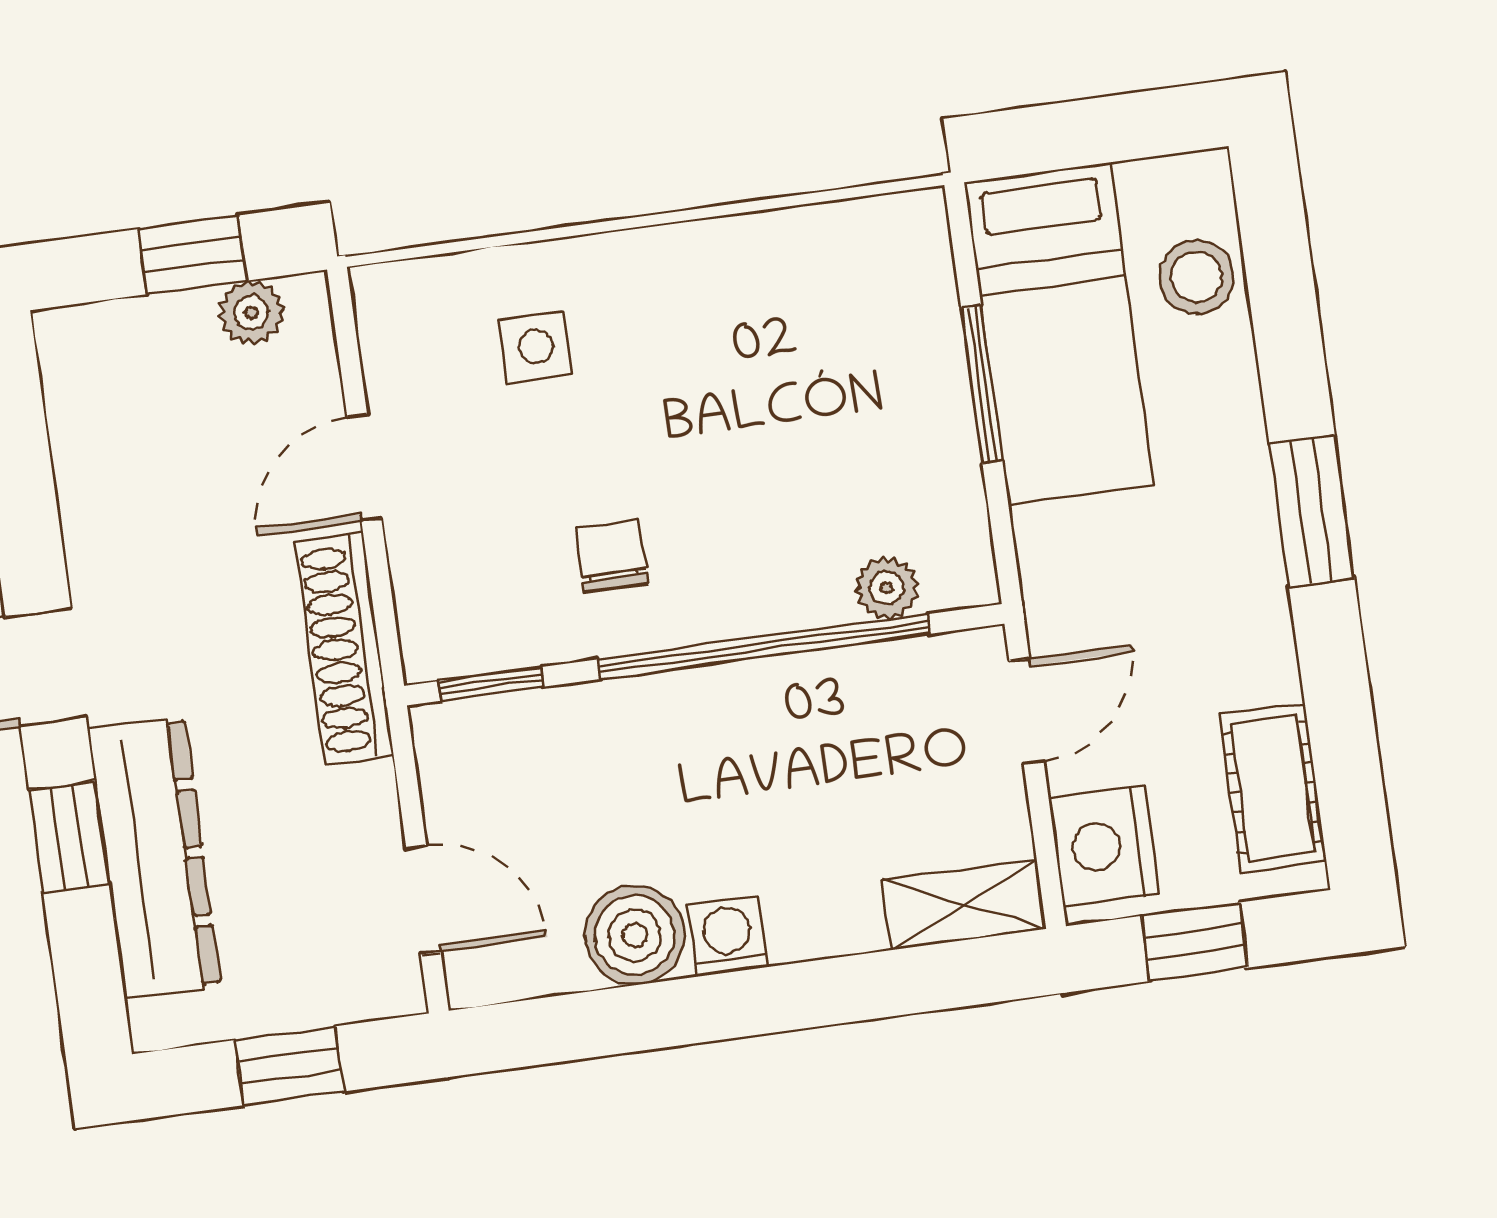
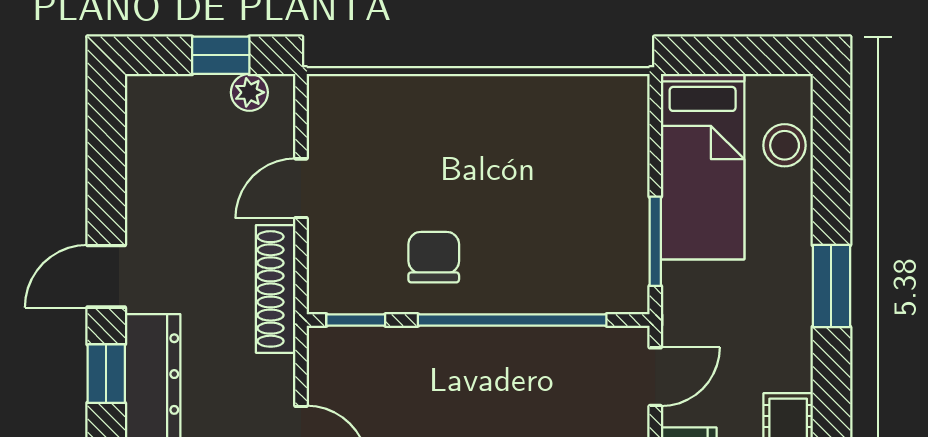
side table: (536, 347) -> (407, 133), removed
window: (982, 384) -> (655, 241), moved
chair: (612, 556) -> (434, 257), width x1.37, depth x1.37
plant: (887, 588) -> (586, 296), removed

